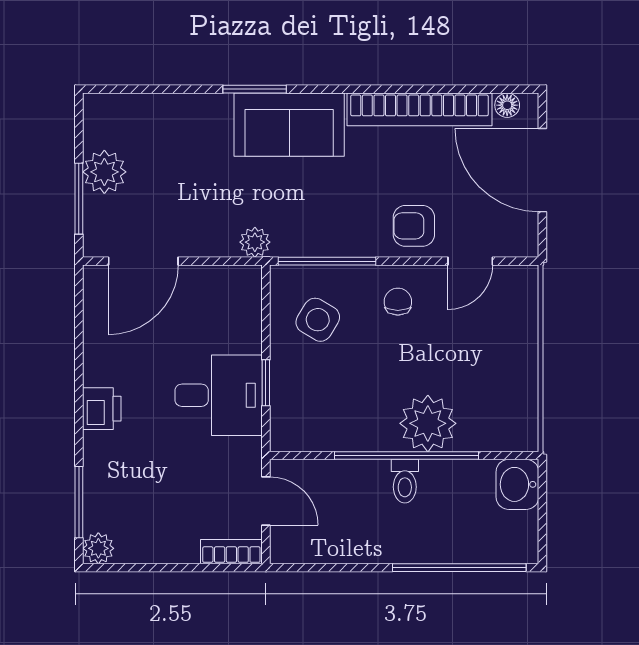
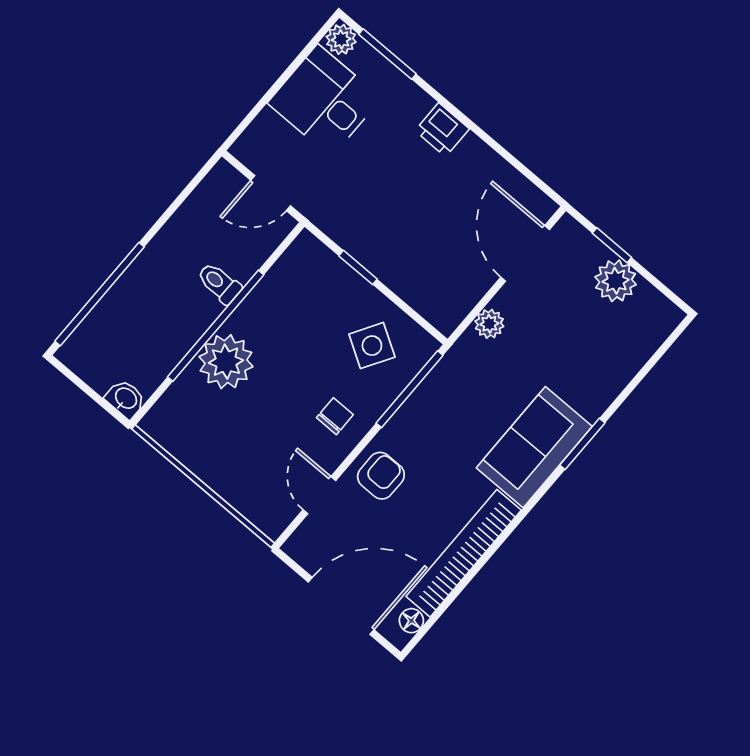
window: (79, 199) -> (612, 245), width x0.67
plant: (255, 242) -> (489, 324), moved
chair: (398, 302) -> (335, 416), turned -90
desk: (219, 395) -> (324, 101), moved, turned 90
toilet: (405, 481) -> (219, 283), moved
washbasin: (517, 484) -> (125, 399), width x0.72, depth x0.69
bookcase: (231, 552) -> (255, 136), removed

